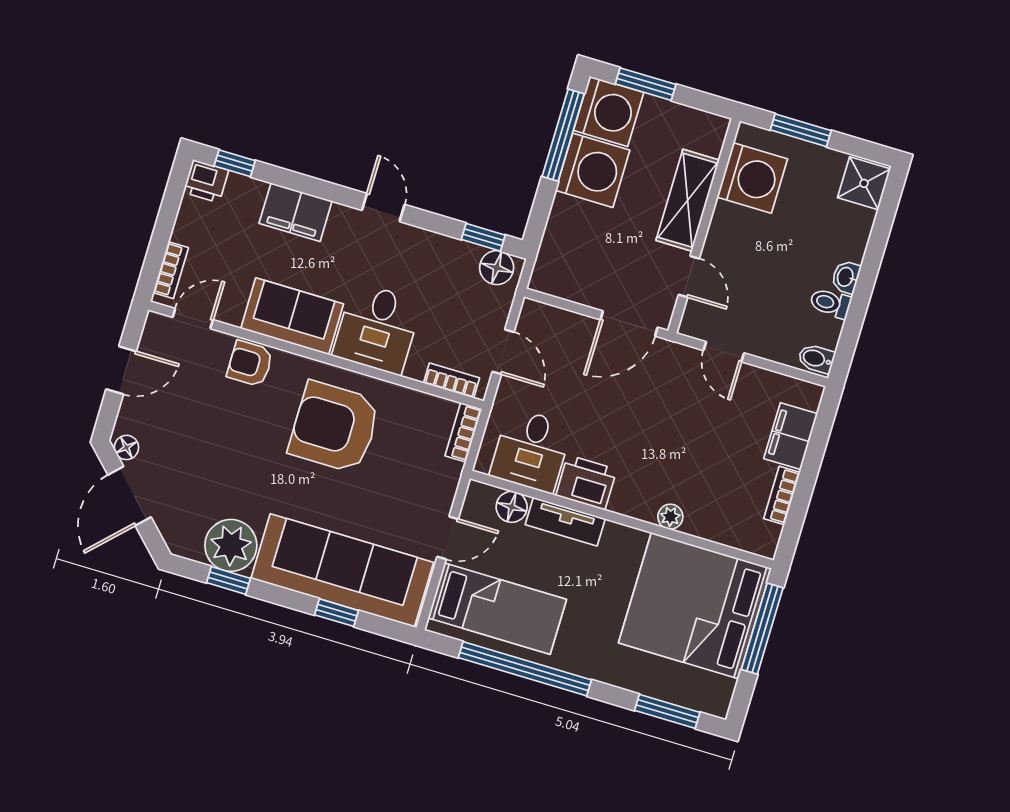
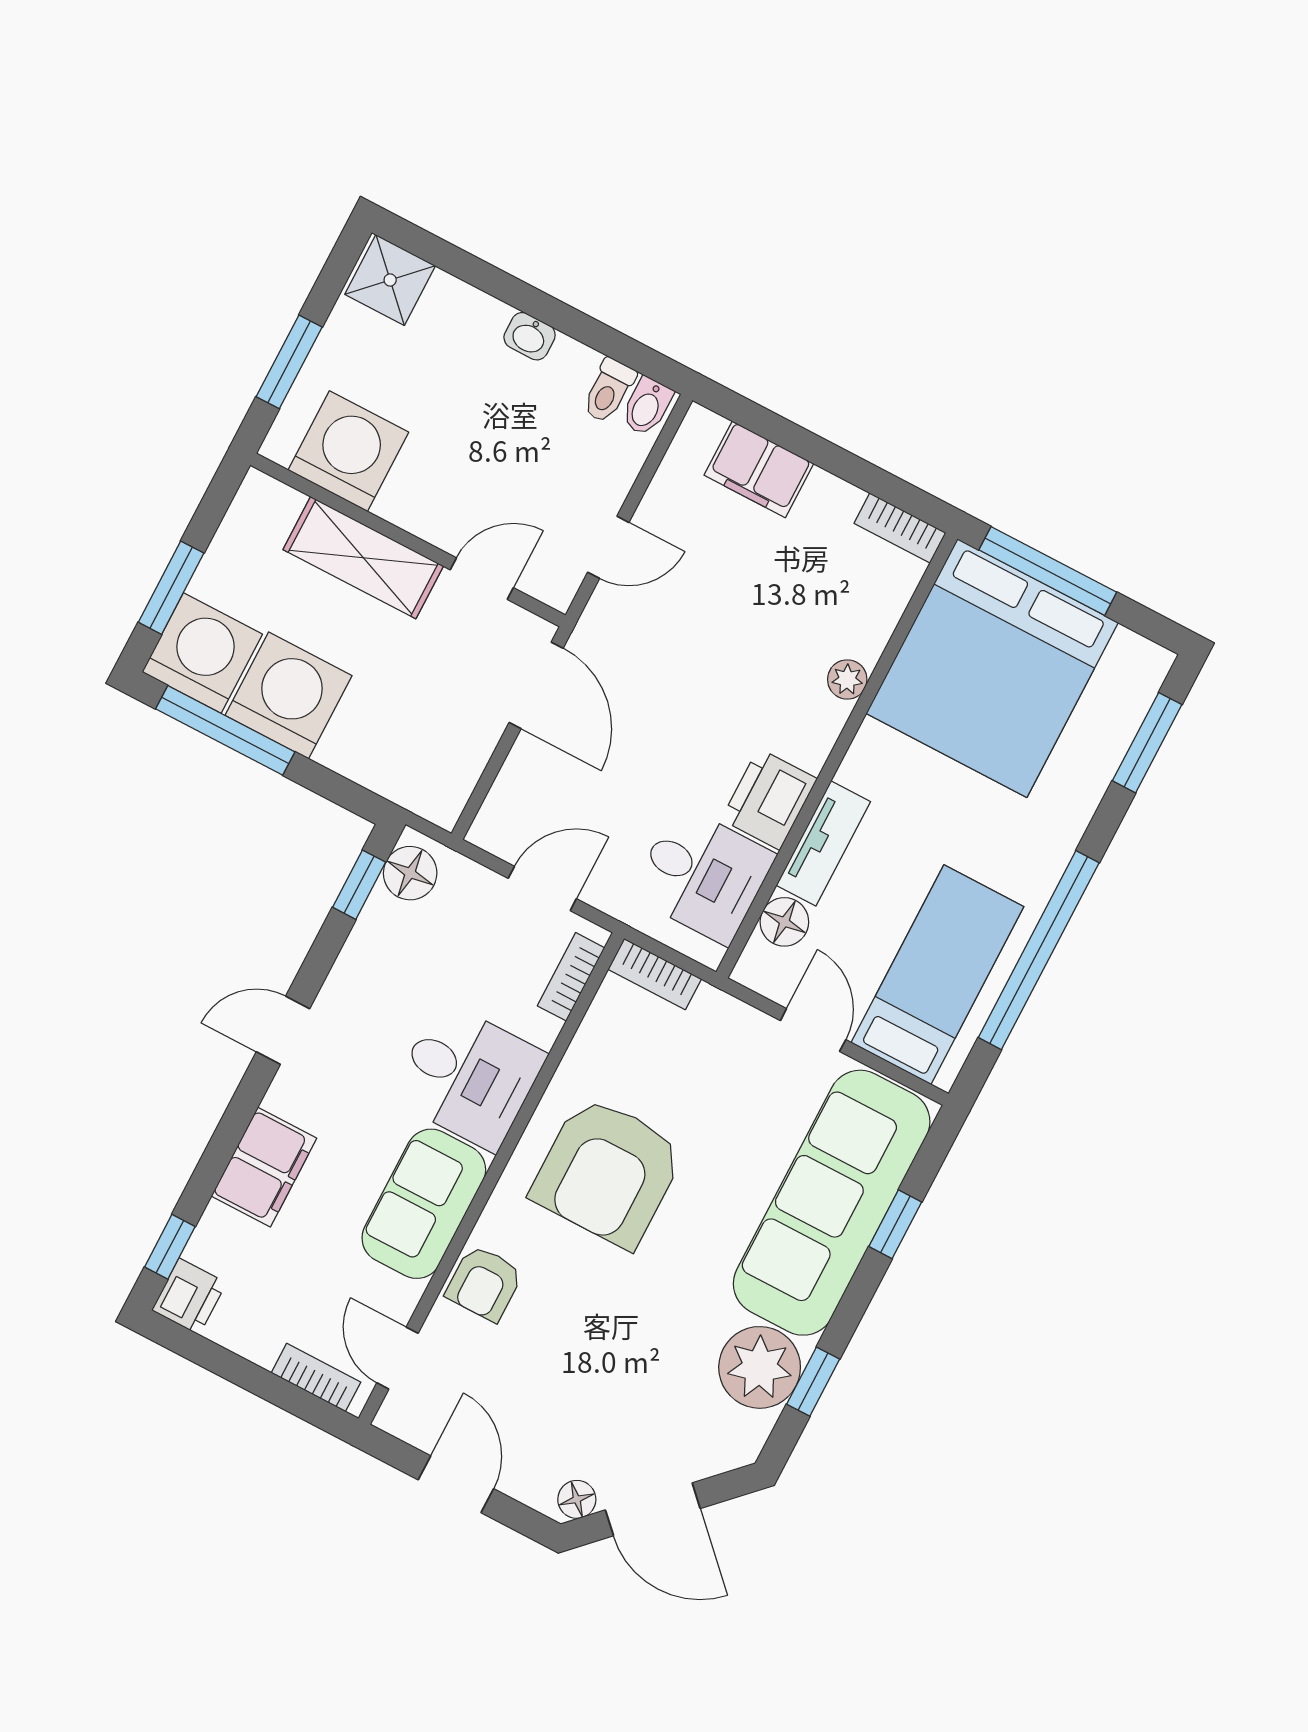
toilet: (830, 303) -> (609, 391), moved
bookcase: (782, 495) -> (900, 528), moved

